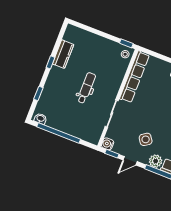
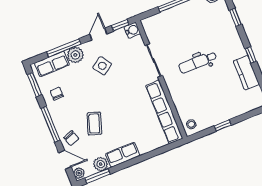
window: (126, 43) -> (223, 125), moved
dental chair: (86, 88) -> (198, 62), turned 90

